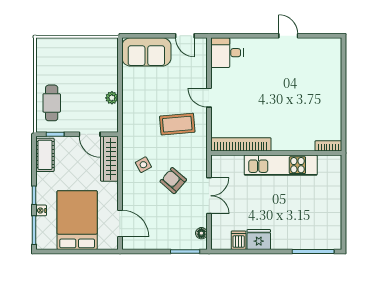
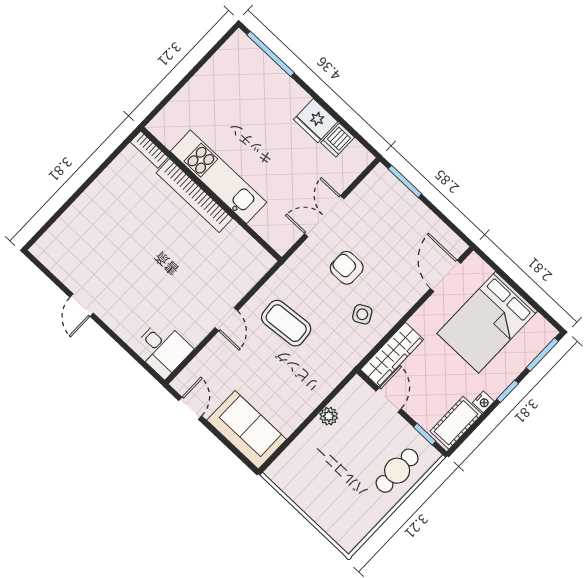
bookcase: (241, 144) -> (194, 196), moved
armchair: (173, 181) -> (347, 268), turned 139
nightstand: (41, 210) -> (483, 402), moved
floor lamp: (201, 233) -> (370, 184), removed

